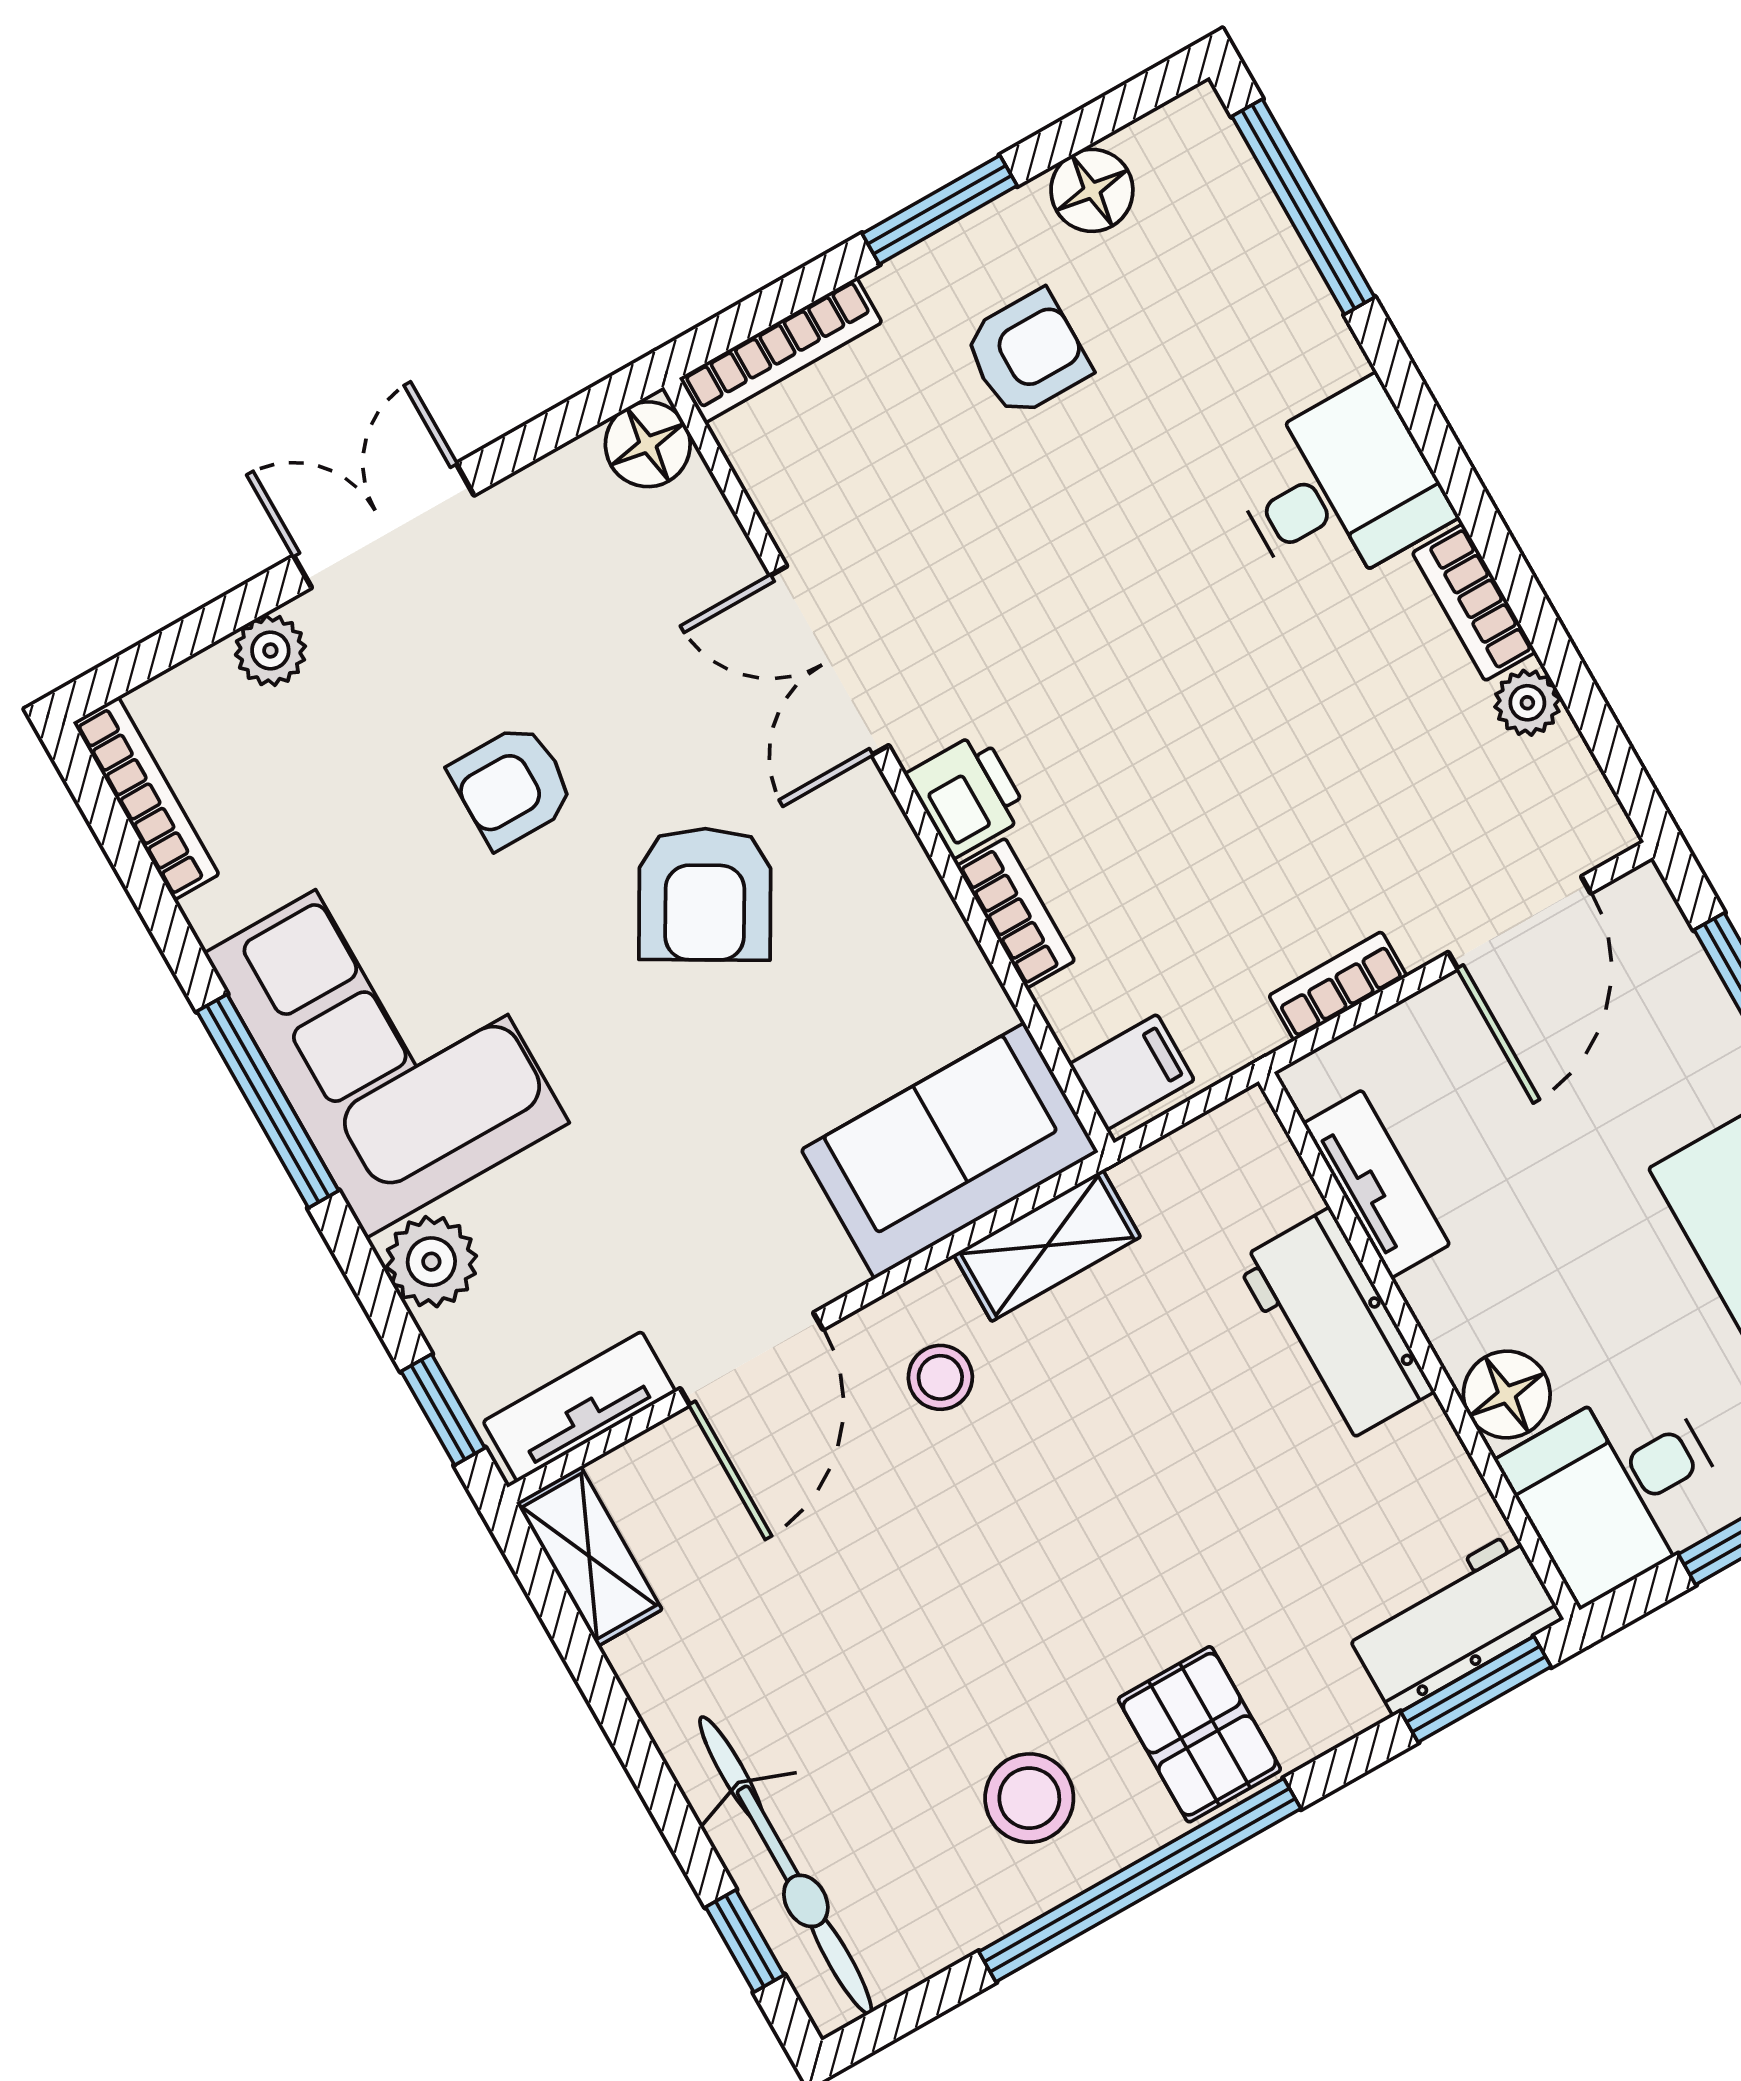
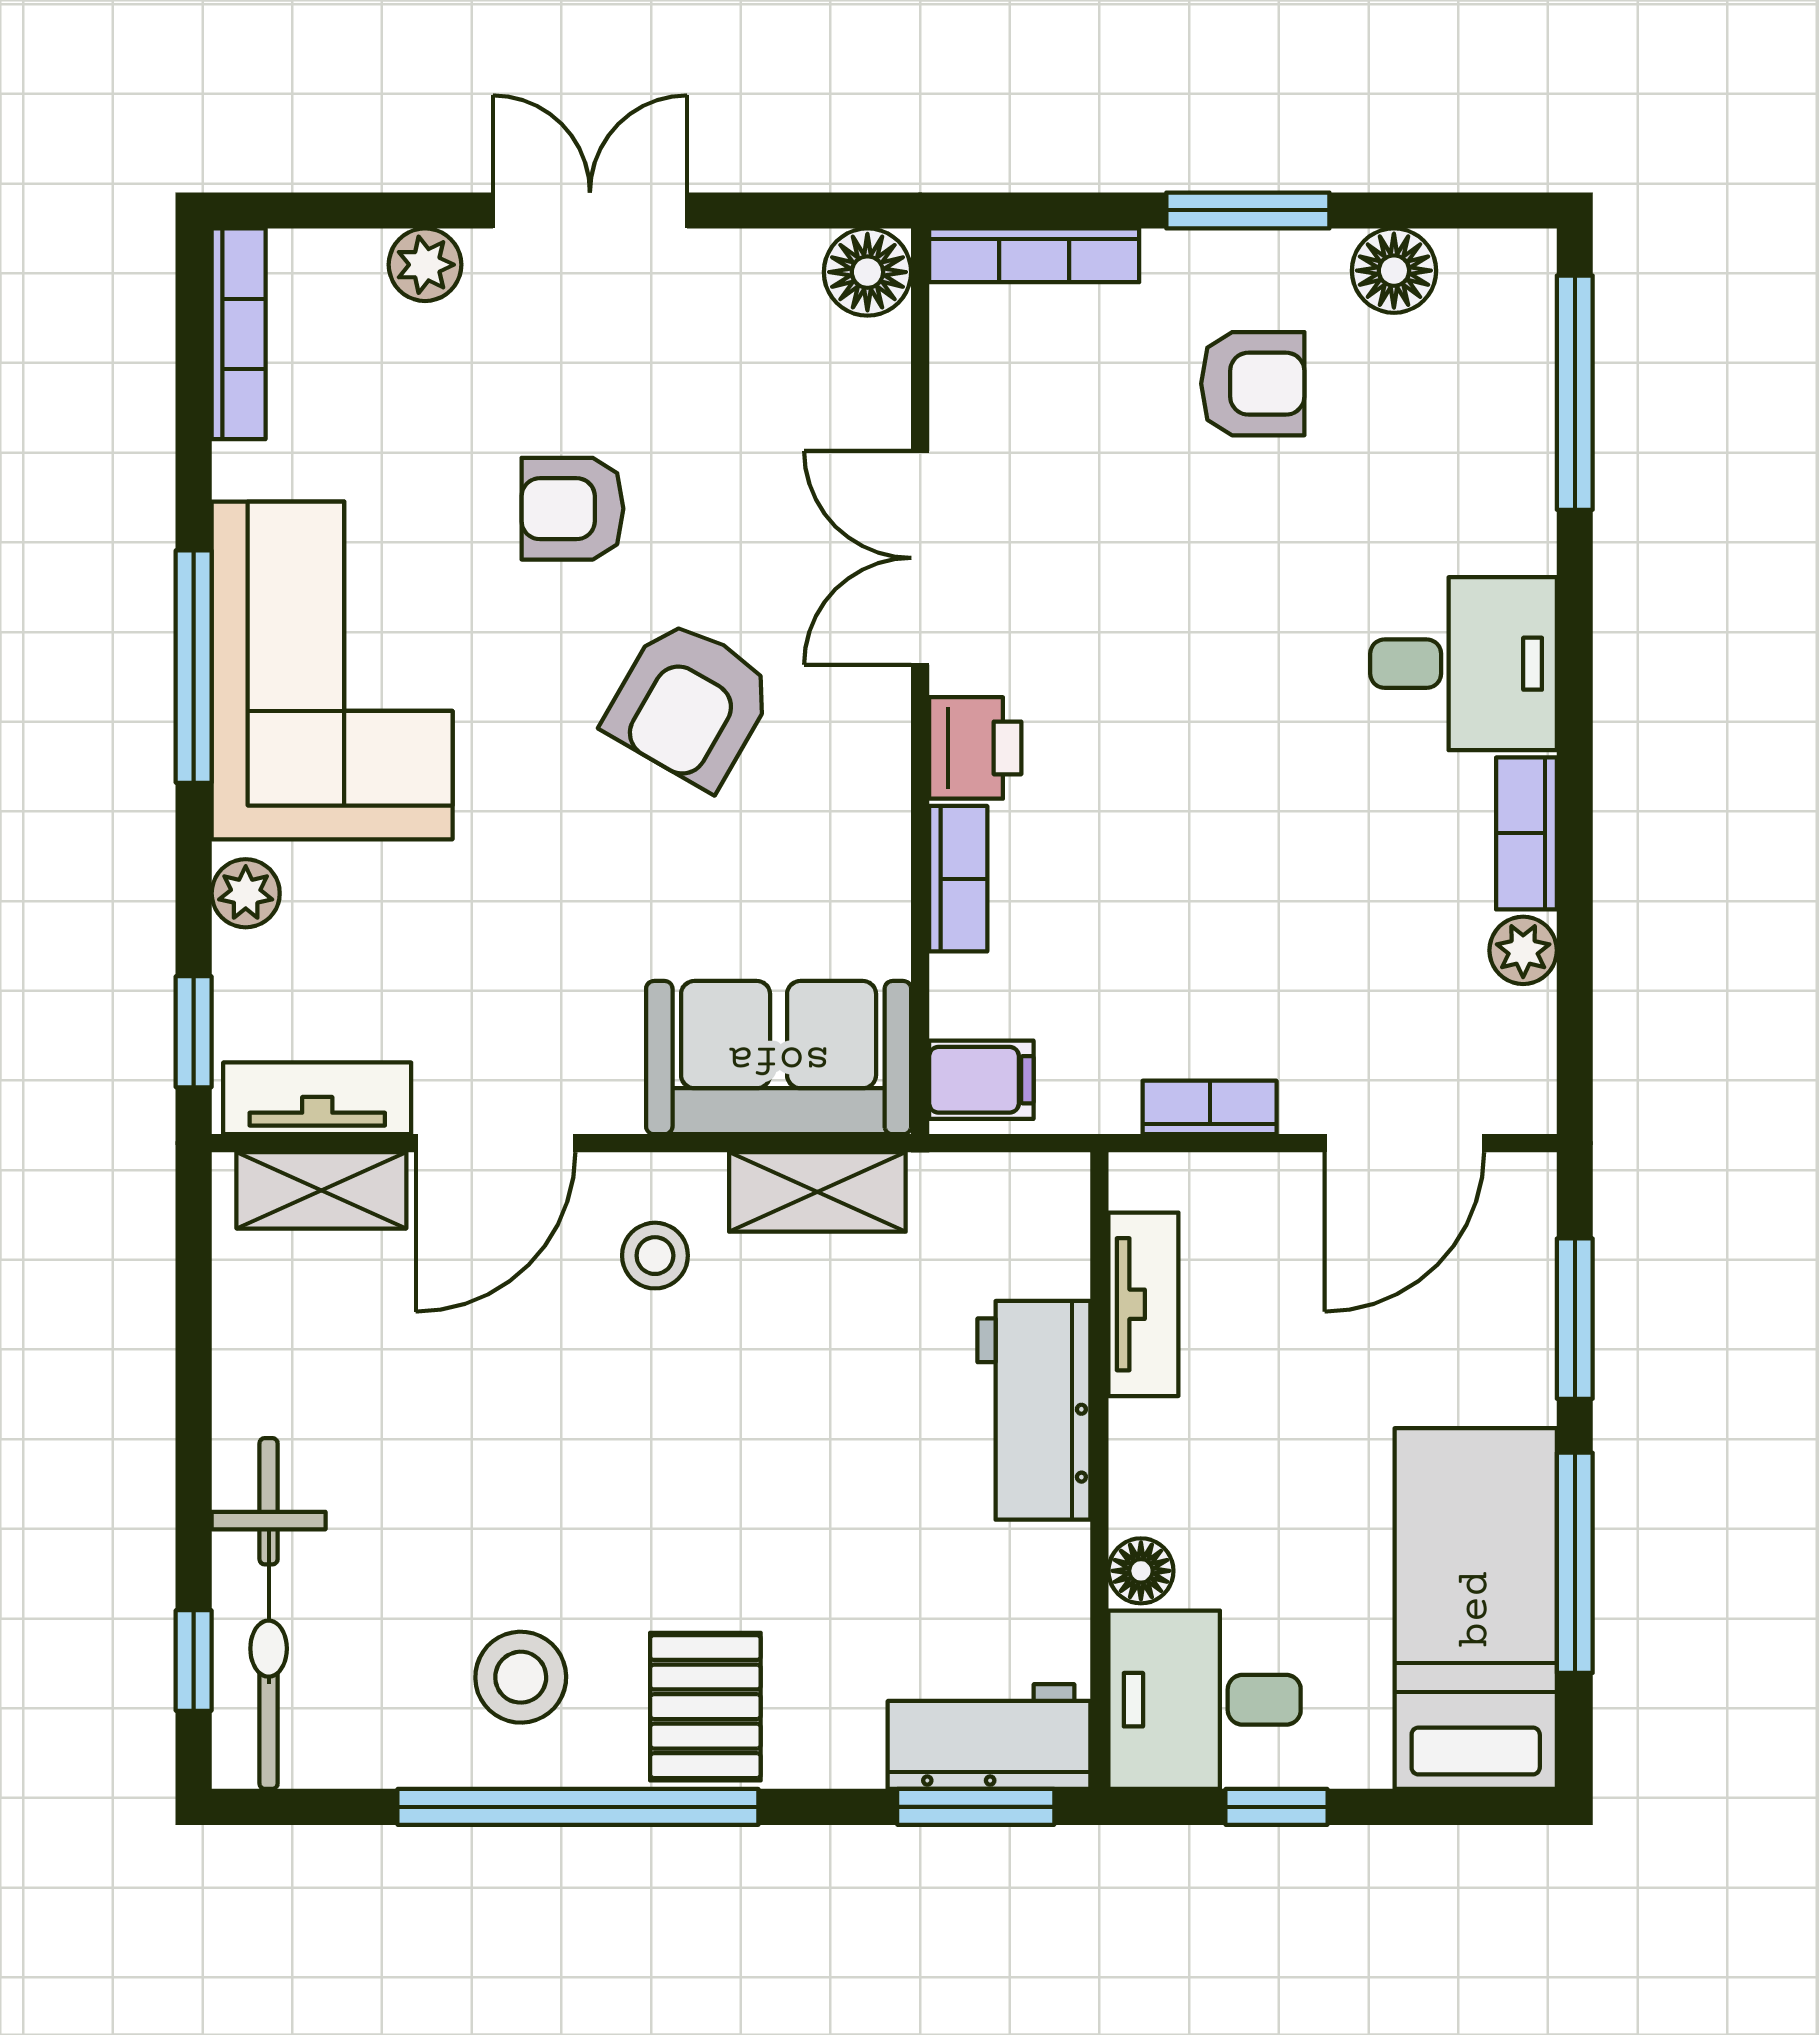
plant: (431, 1262) -> (246, 893), width x0.73, depth x0.73
floor lamp: (1507, 1395) -> (1141, 1571), width x0.73, depth x0.73
shelving: (589, 1556) -> (321, 1190), moved, turned 90

